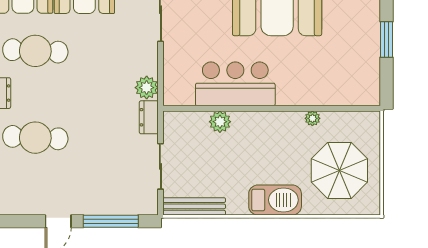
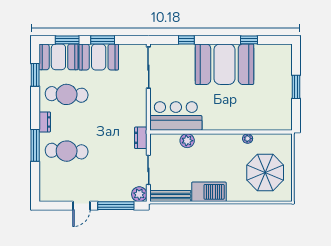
bar counter: (235, 84) -> (176, 116), moved
plant: (147, 88) -> (139, 194), moved
barbecue: (275, 200) -> (209, 192), moved

